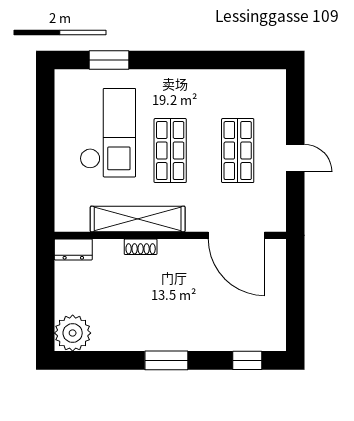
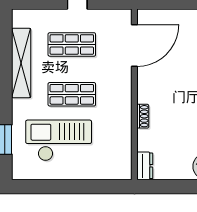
shelving: (138, 219) -> (21, 63), moved

